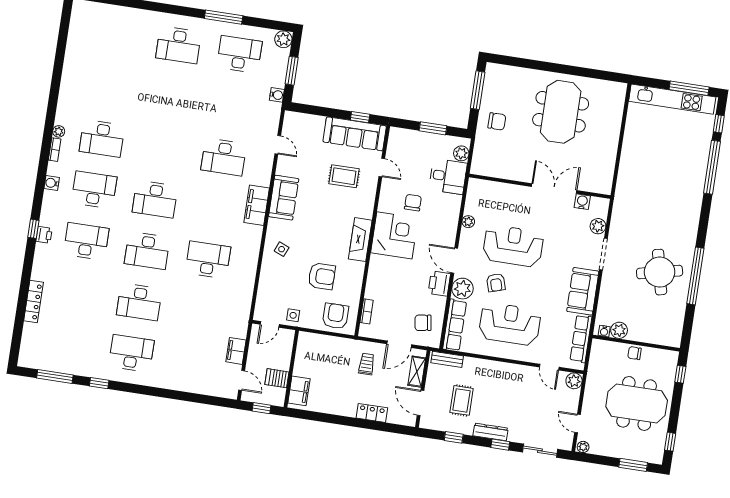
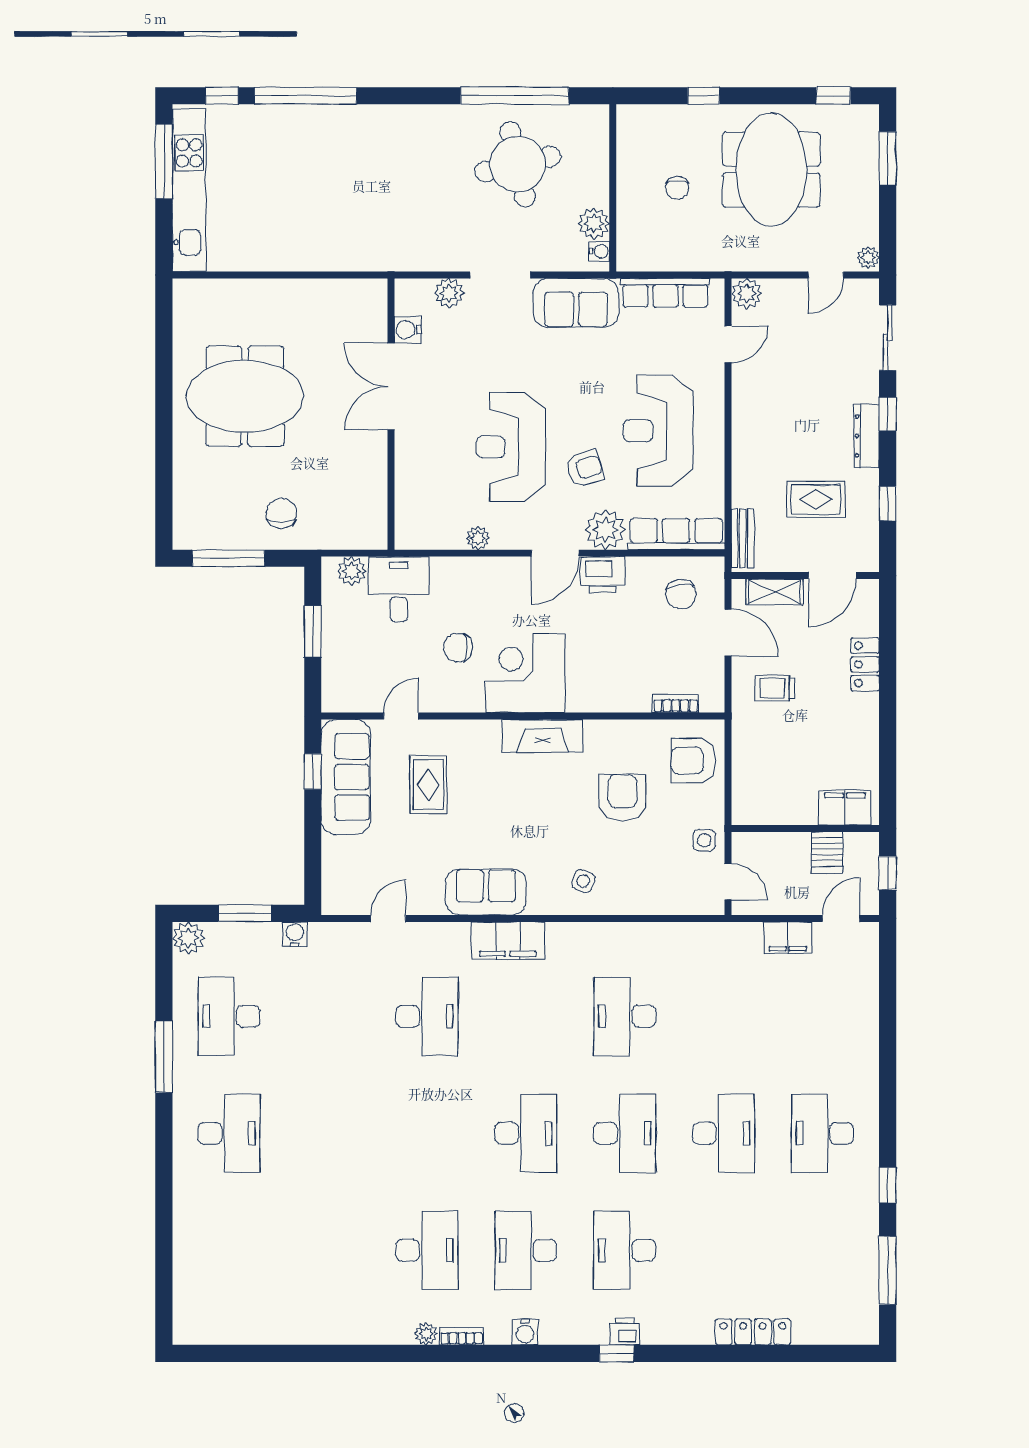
plant: (619, 330) -> (594, 223), moved
water cooler: (604, 331) -> (600, 251), moved
wall: (636, 343) -> (613, 188), moved

